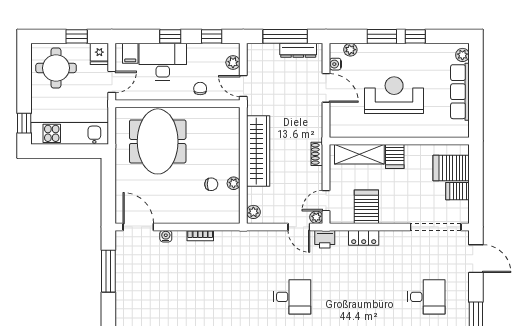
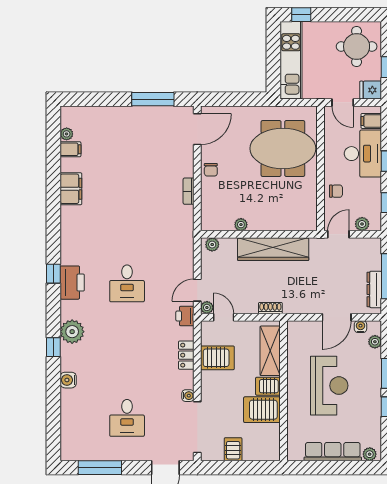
server rack: (451, 168) -> (262, 410), moved, turned -90
chair: (211, 184) -> (211, 170), moved
water cooler: (166, 236) -> (188, 396), moved

